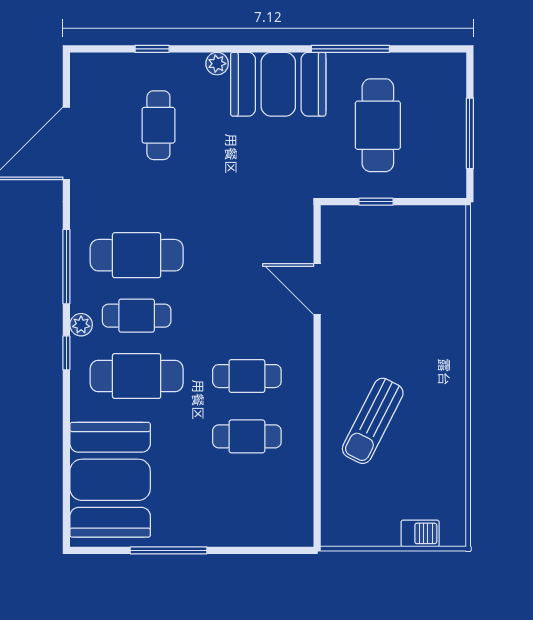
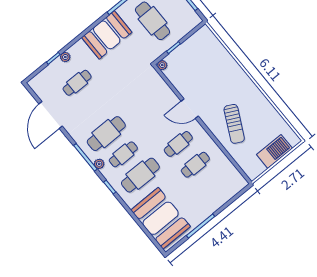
plant: (217, 64) -> (65, 57), moved
cafe table: (158, 125) -> (77, 83), turned 90
plant: (332, 216) -> (162, 65), added
door: (317, 289) -> (190, 109), moved
plant: (81, 325) -> (99, 164), moved
barbecue: (420, 533) -> (274, 151), width x1.88, depth x1.53

